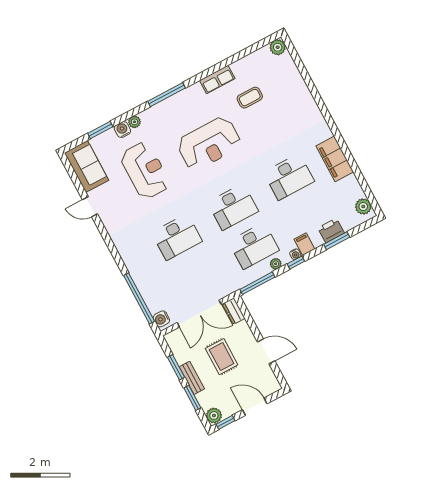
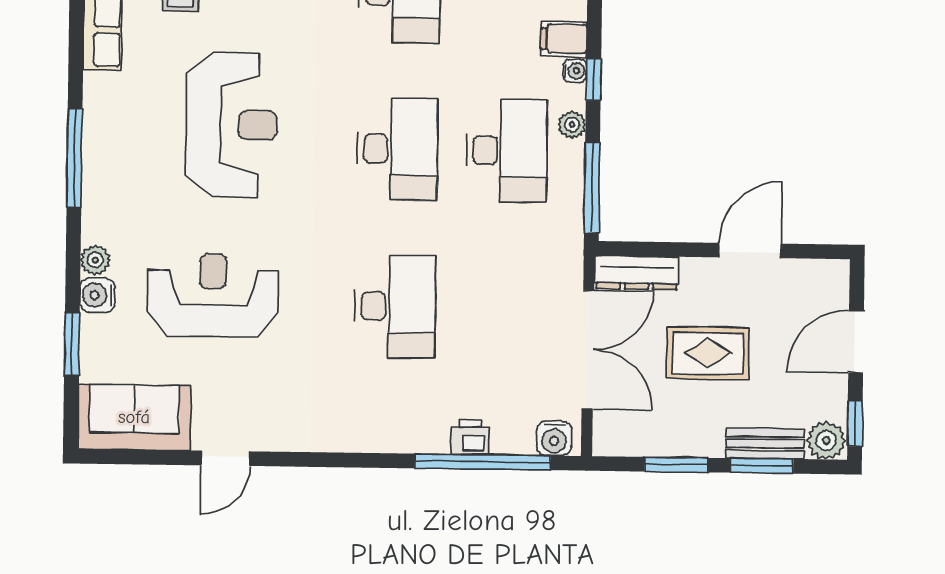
printer: (145, 289) -> (470, 437), added
dresser: (234, 311) -> (637, 273), width x1.44
bench: (192, 378) -> (765, 444), moved

